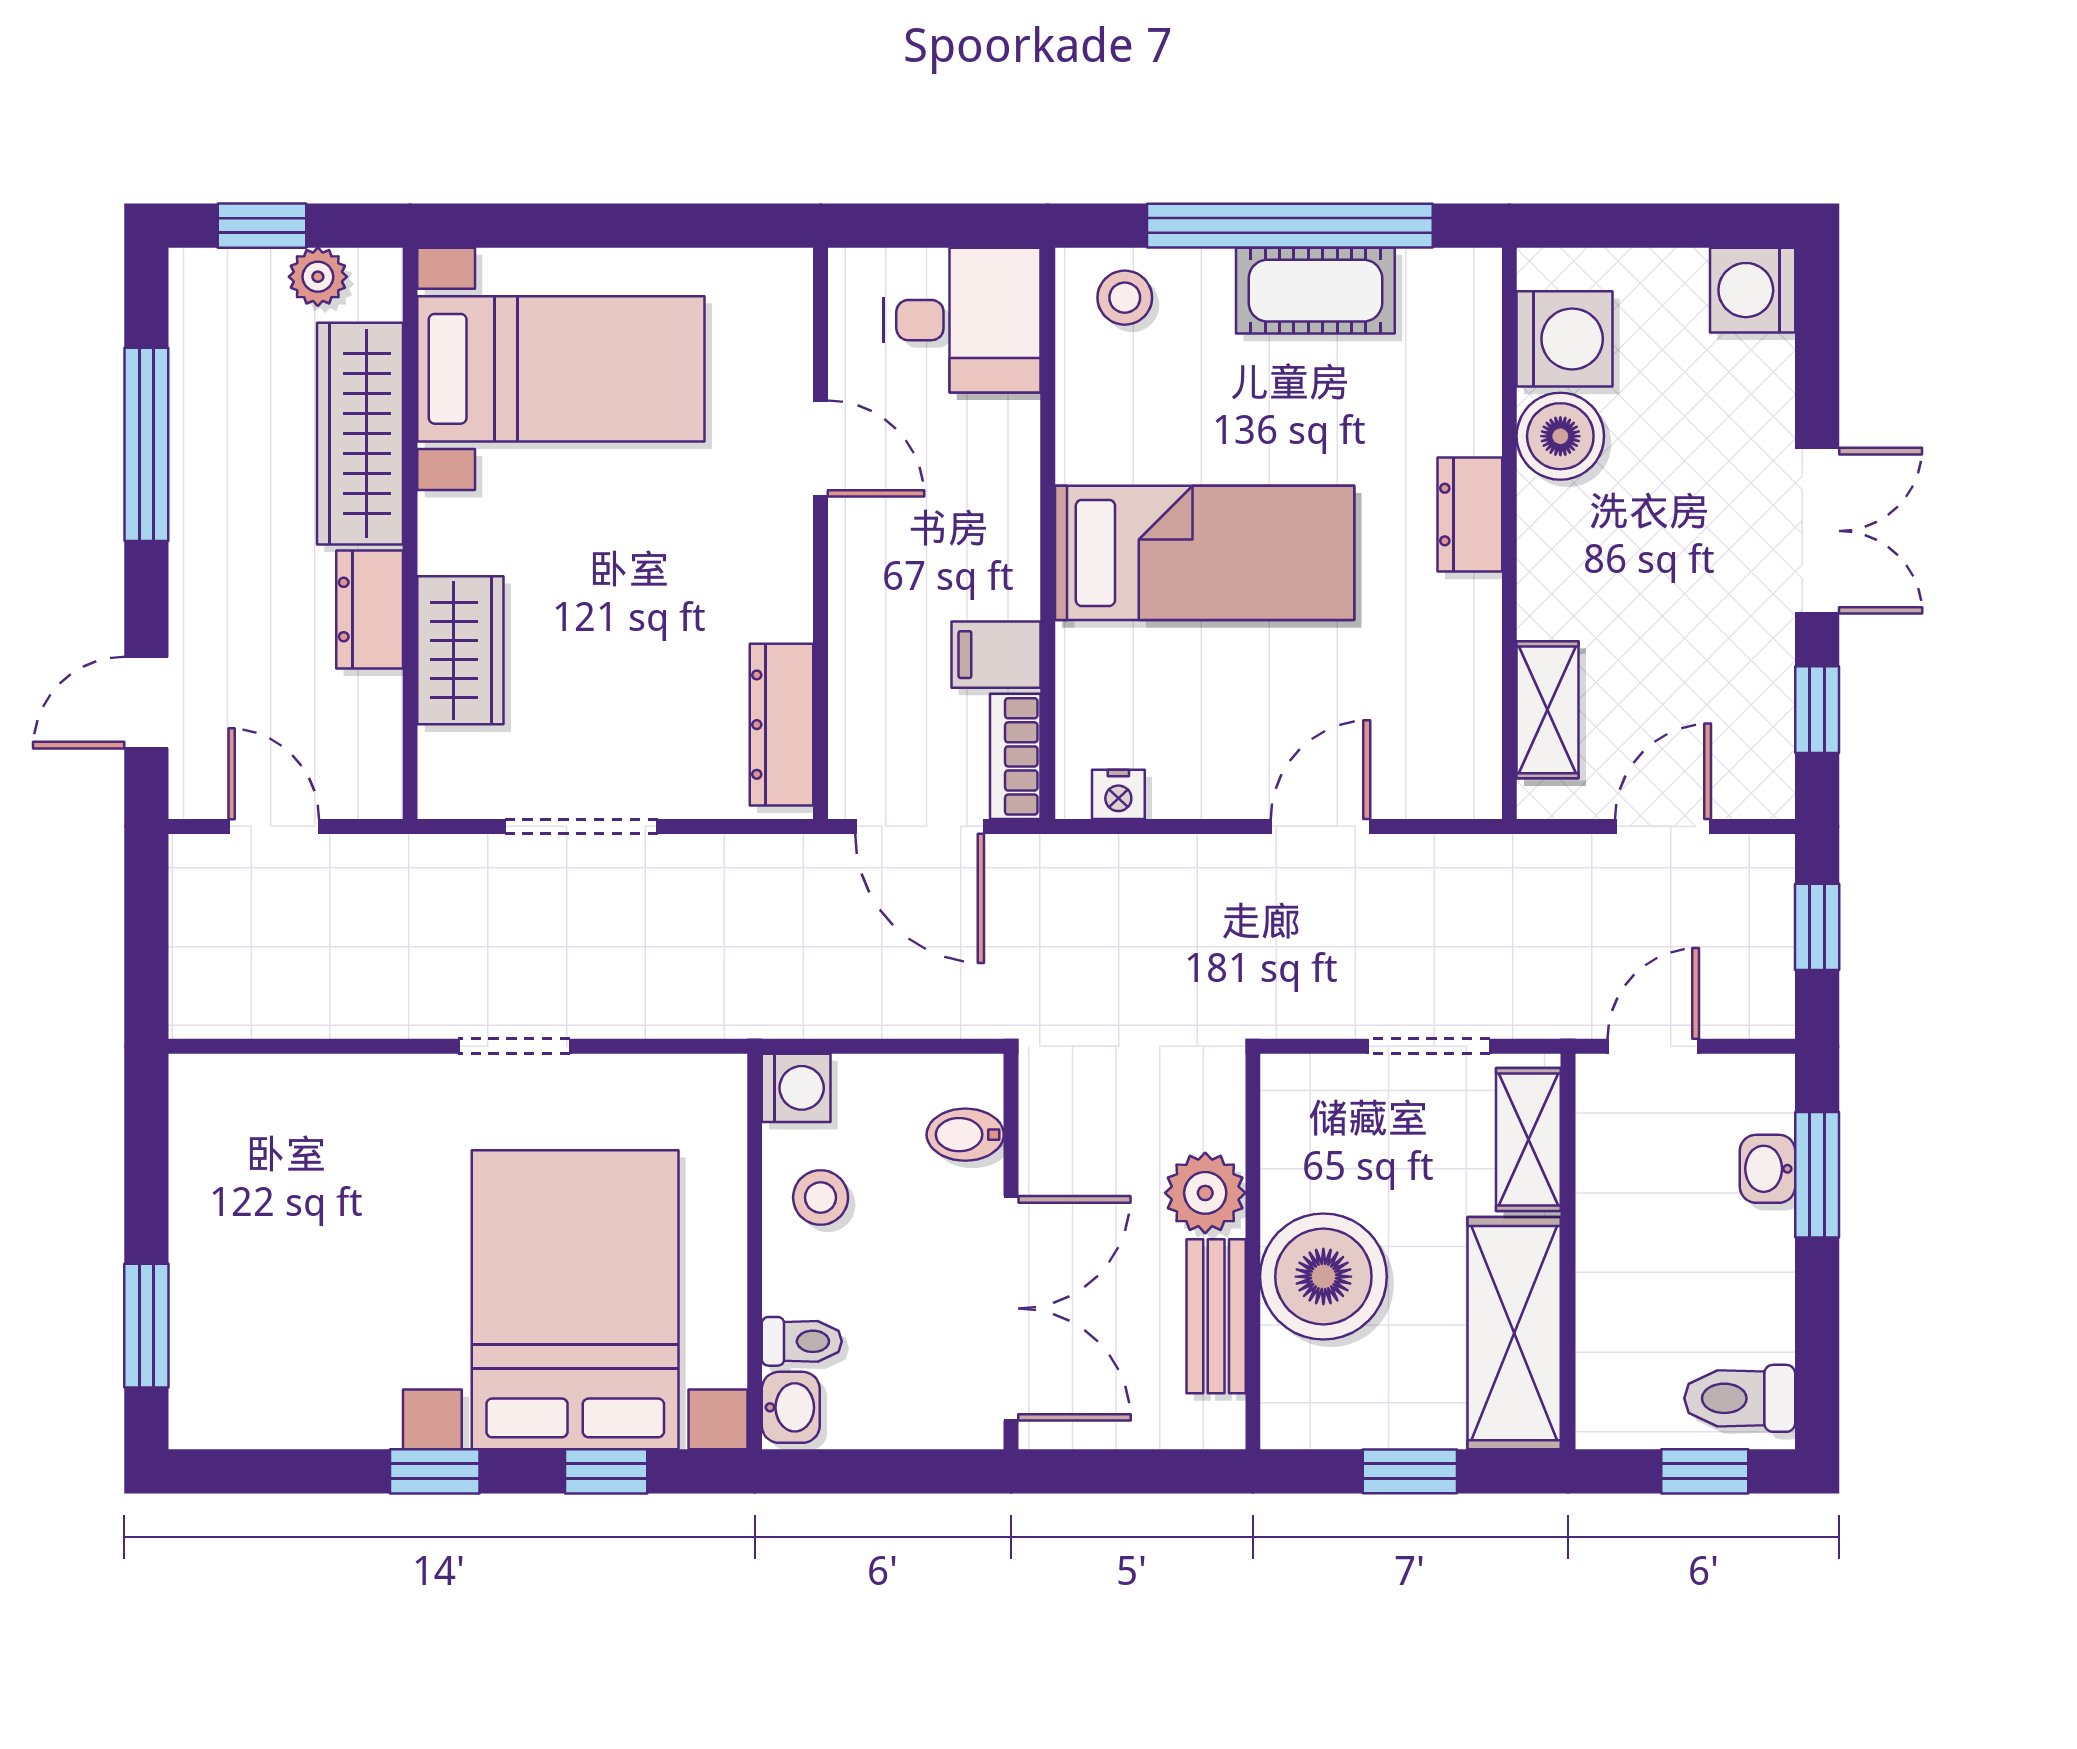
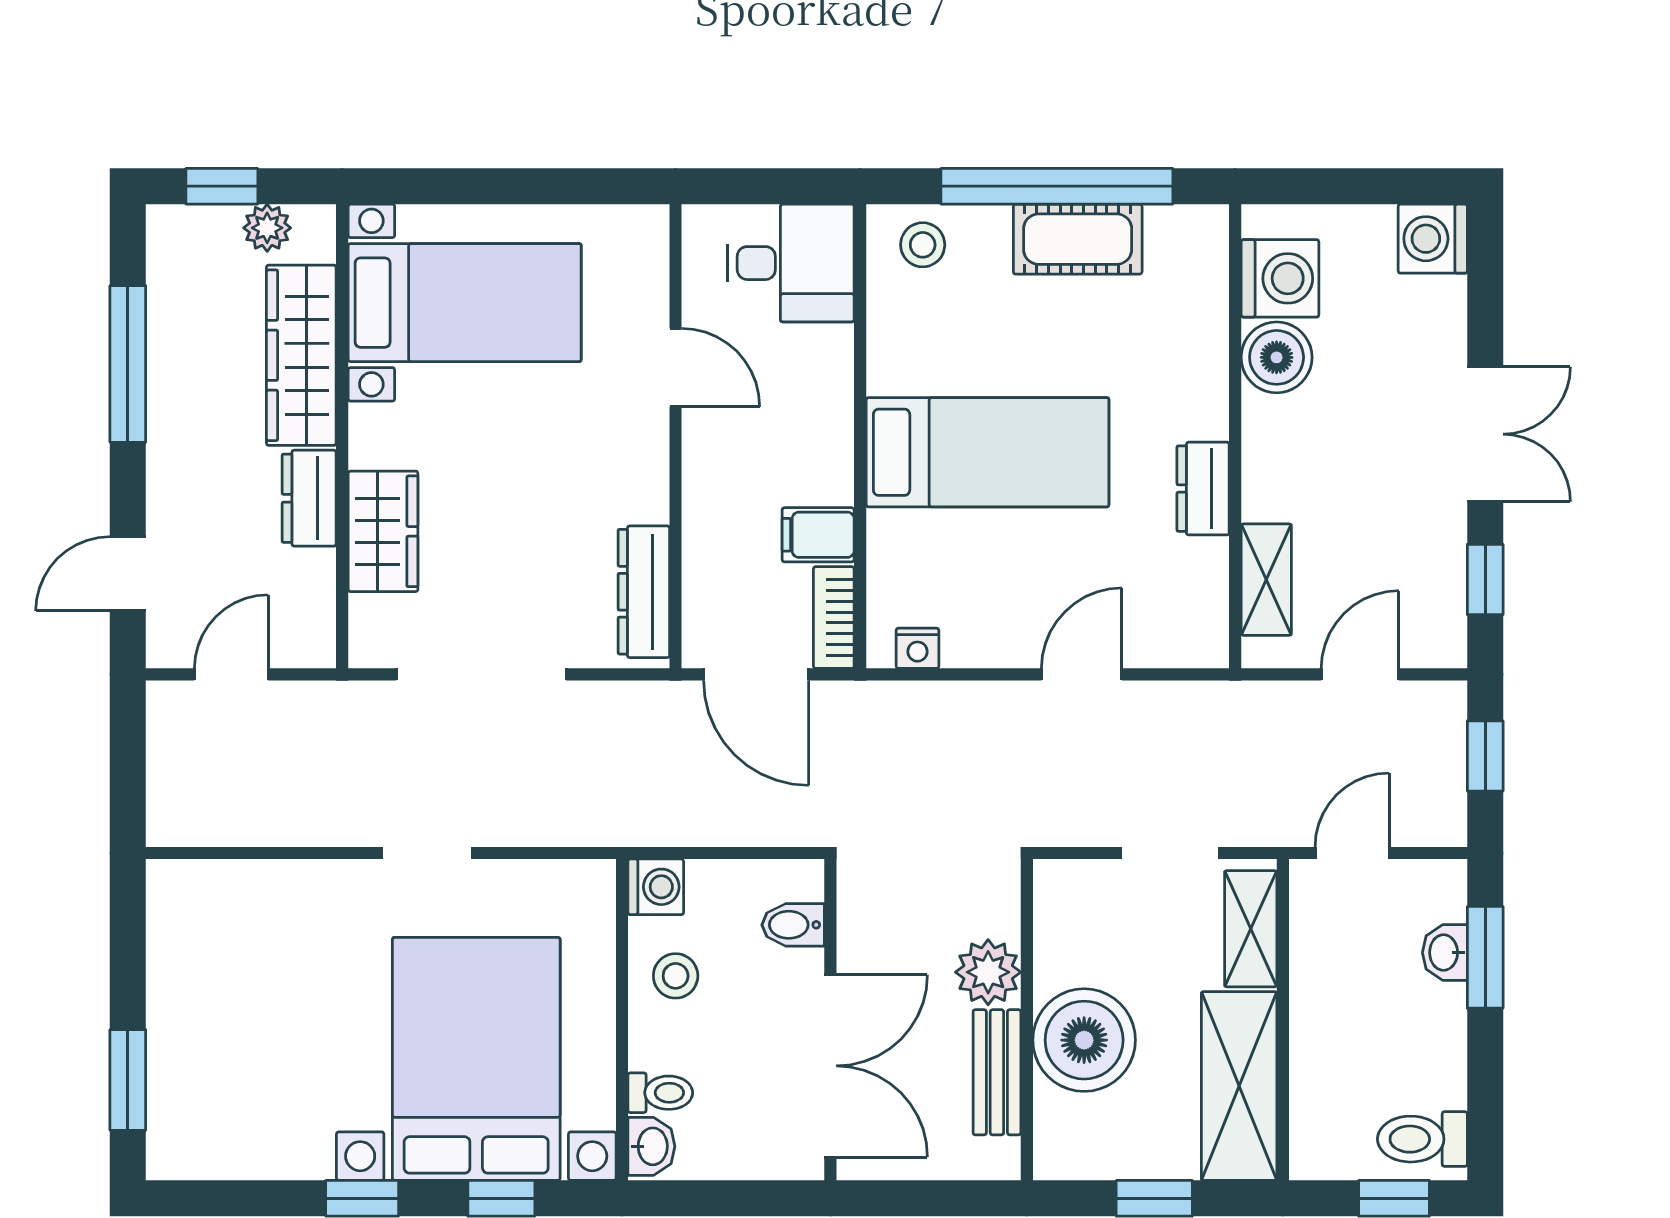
dresser: (1470, 515) -> (1203, 489), moved
door: (274, 826) -> (231, 674), hinge flipped
doorway: (581, 826) -> (481, 674), width x1.36

